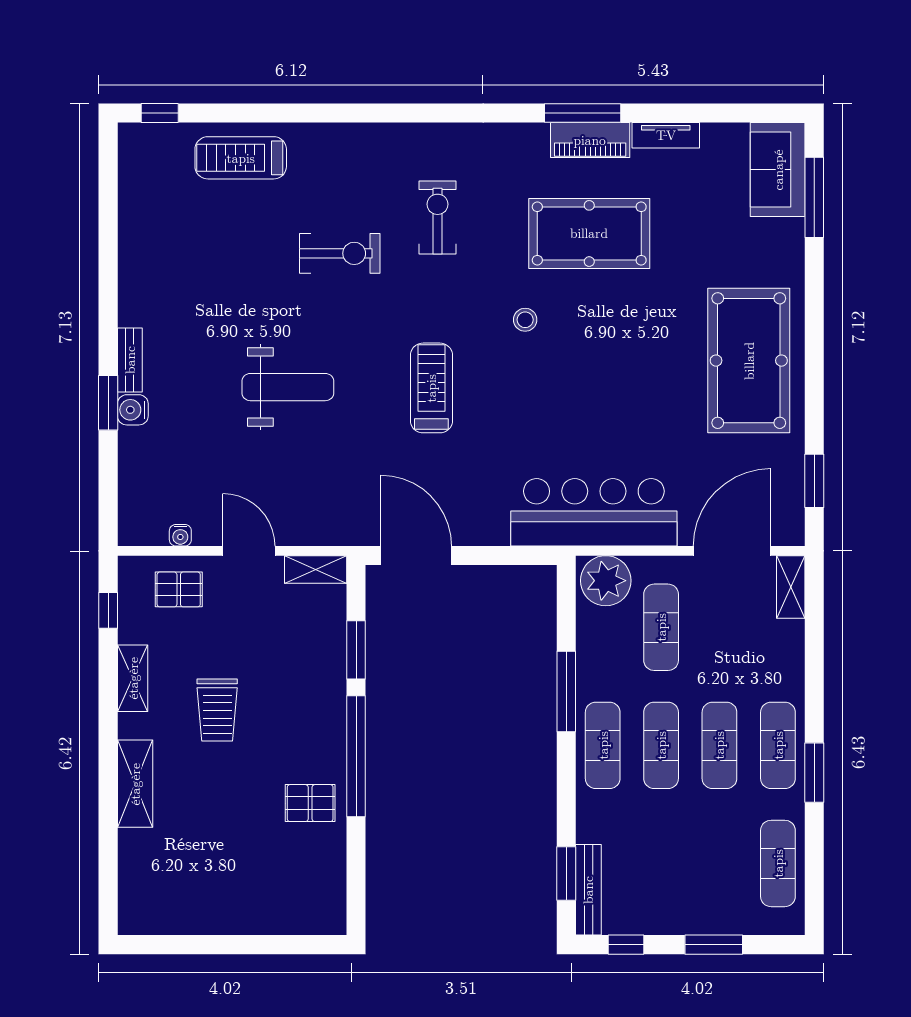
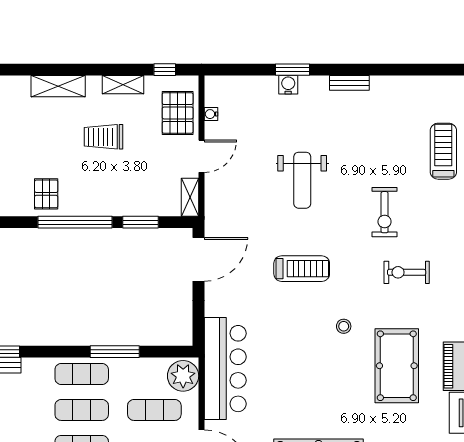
exercise bike: (437, 217) -> (407, 272), turned 180
bench: (130, 360) -> (349, 83), moved
pallet: (179, 589) -> (178, 113), width x1.50, depth x1.42

